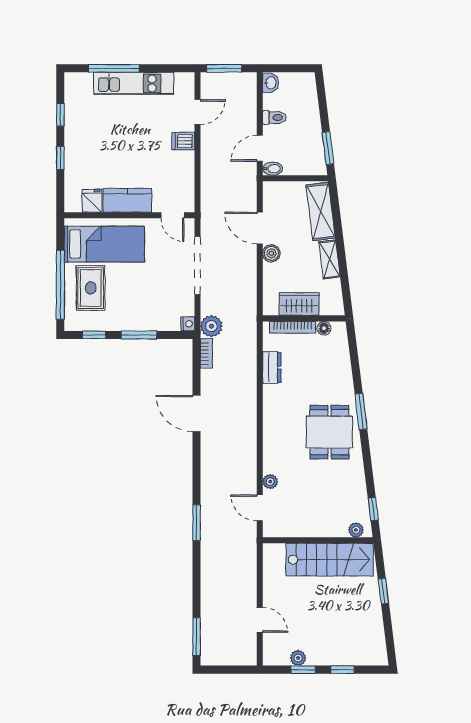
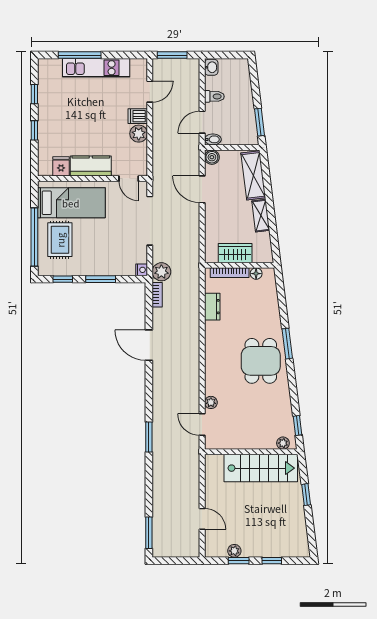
plant: (184, 162) -> (139, 134), added
boiler: (271, 253) -> (212, 157), moved

